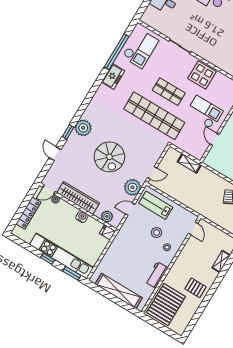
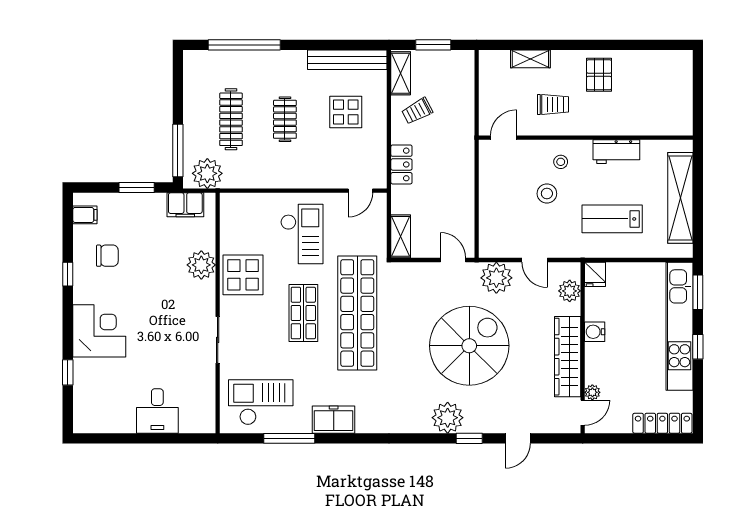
window: (117, 52) -> (289, 438), width x0.68
plant: (218, 59) -> (201, 265), added
checkout: (204, 112) -> (302, 234), turned 180
door: (215, 139) -> (360, 191), moved
spiral stairs: (109, 157) -> (469, 346), width x1.37, depth x1.37
shelving: (189, 163) -> (401, 236), moved
locker: (209, 175) -> (401, 164), added
door: (49, 190) -> (583, 413), hinge flipped
lab bench: (156, 205) -> (612, 219), moved, turned 90
locker: (28, 213) -> (662, 423), moved
trolley: (195, 259) -> (553, 104), added
pallet: (166, 305) -> (656, 107), removed

